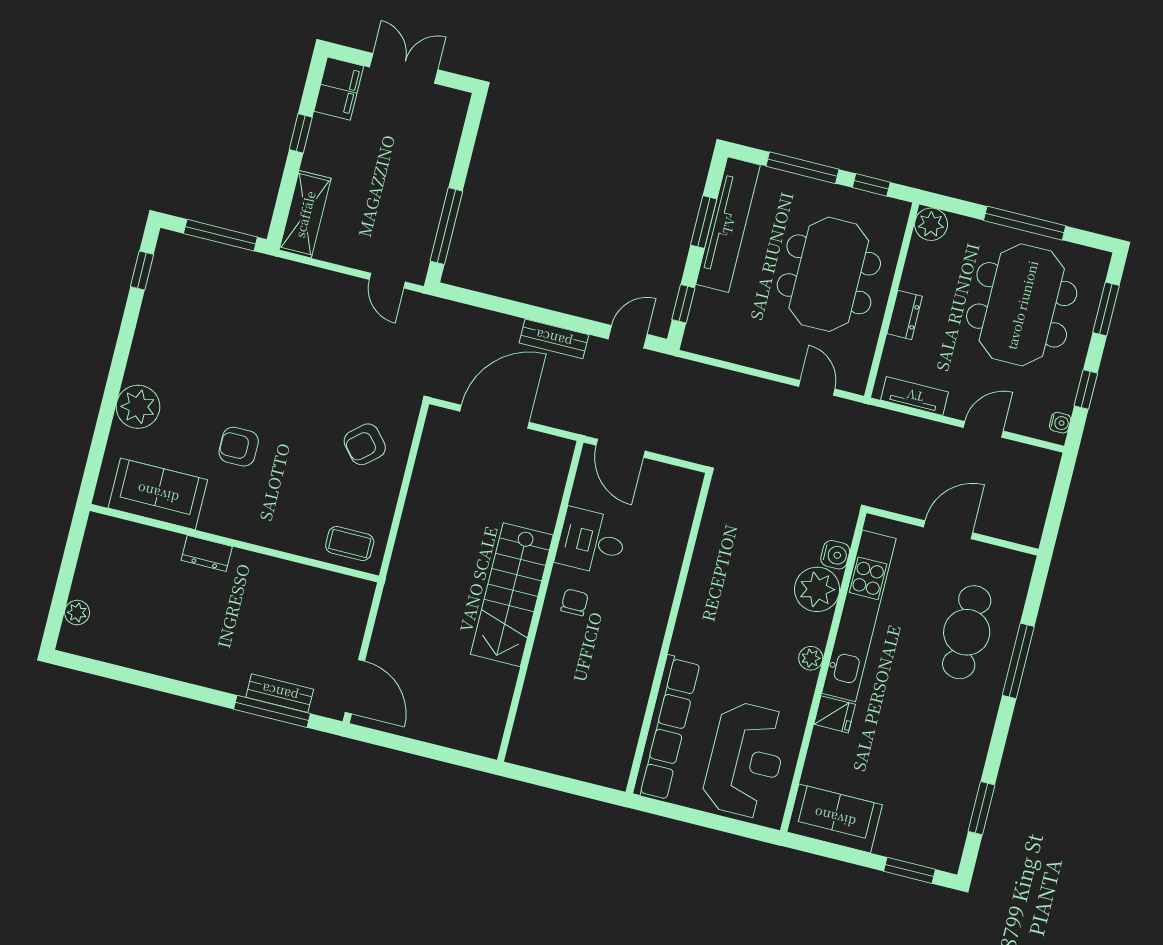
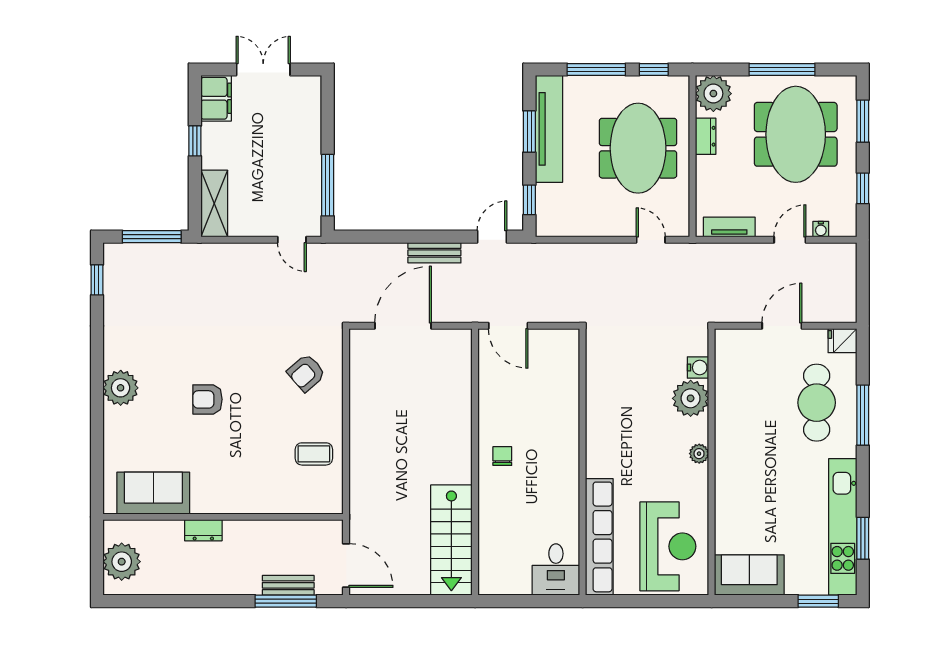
plant: (931, 224) -> (713, 94), width x1.36, depth x1.36
dresser: (905, 315) -> (706, 136), moved
water cooler: (1060, 423) -> (821, 229), moved, turned 90
sofa: (158, 494) -> (153, 493), moved
desk: (591, 542) -> (556, 570), moved, turned -90
wall: (234, 543) -> (223, 517), moved
dresser: (207, 553) -> (203, 530), moved
stairs: (512, 595) -> (451, 540), moved
plant: (77, 613) -> (122, 562), width x1.88, depth x1.88
kitchen unit: (859, 616) -> (843, 527), moved, turned 180
fridge: (835, 714) -> (842, 341), moved, turned 180

